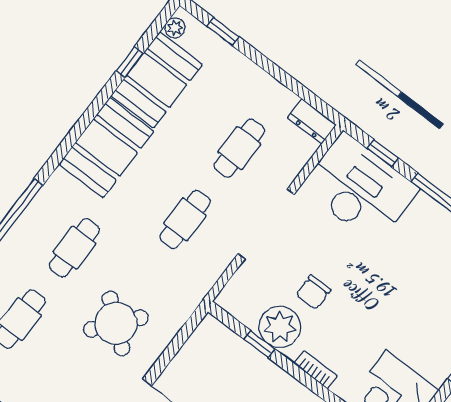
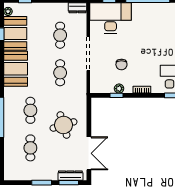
round table: (116, 323) -> (63, 125), turned 34
plant: (280, 327) -> (119, 89), width x0.53, depth x0.53

